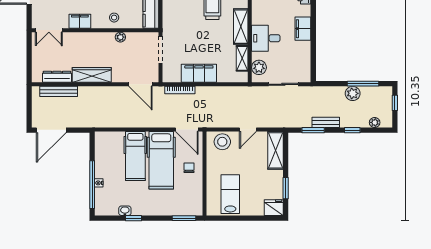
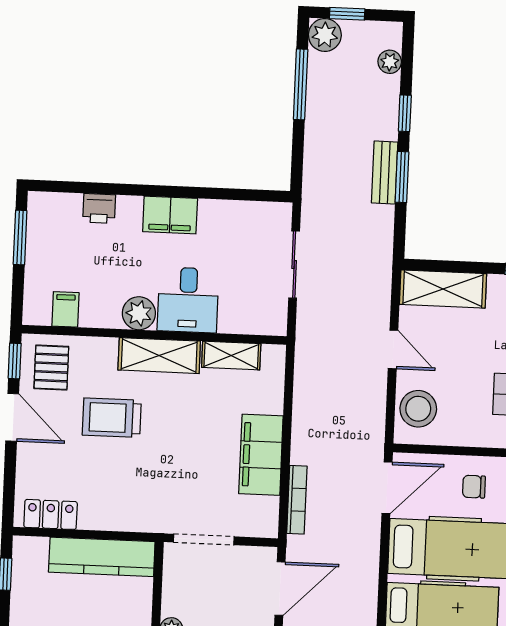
plant: (259, 67) -> (139, 313), moved
plant: (353, 93) -> (325, 35), moved
window: (313, 130) -> (402, 177), moved

